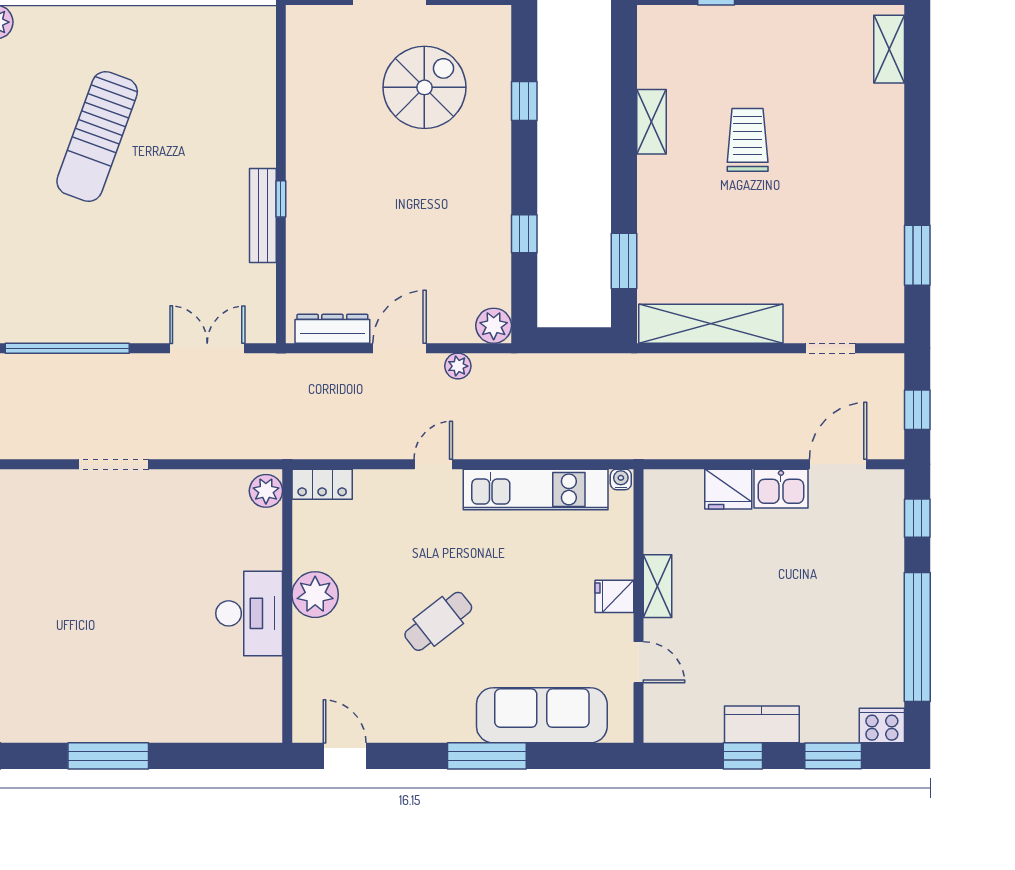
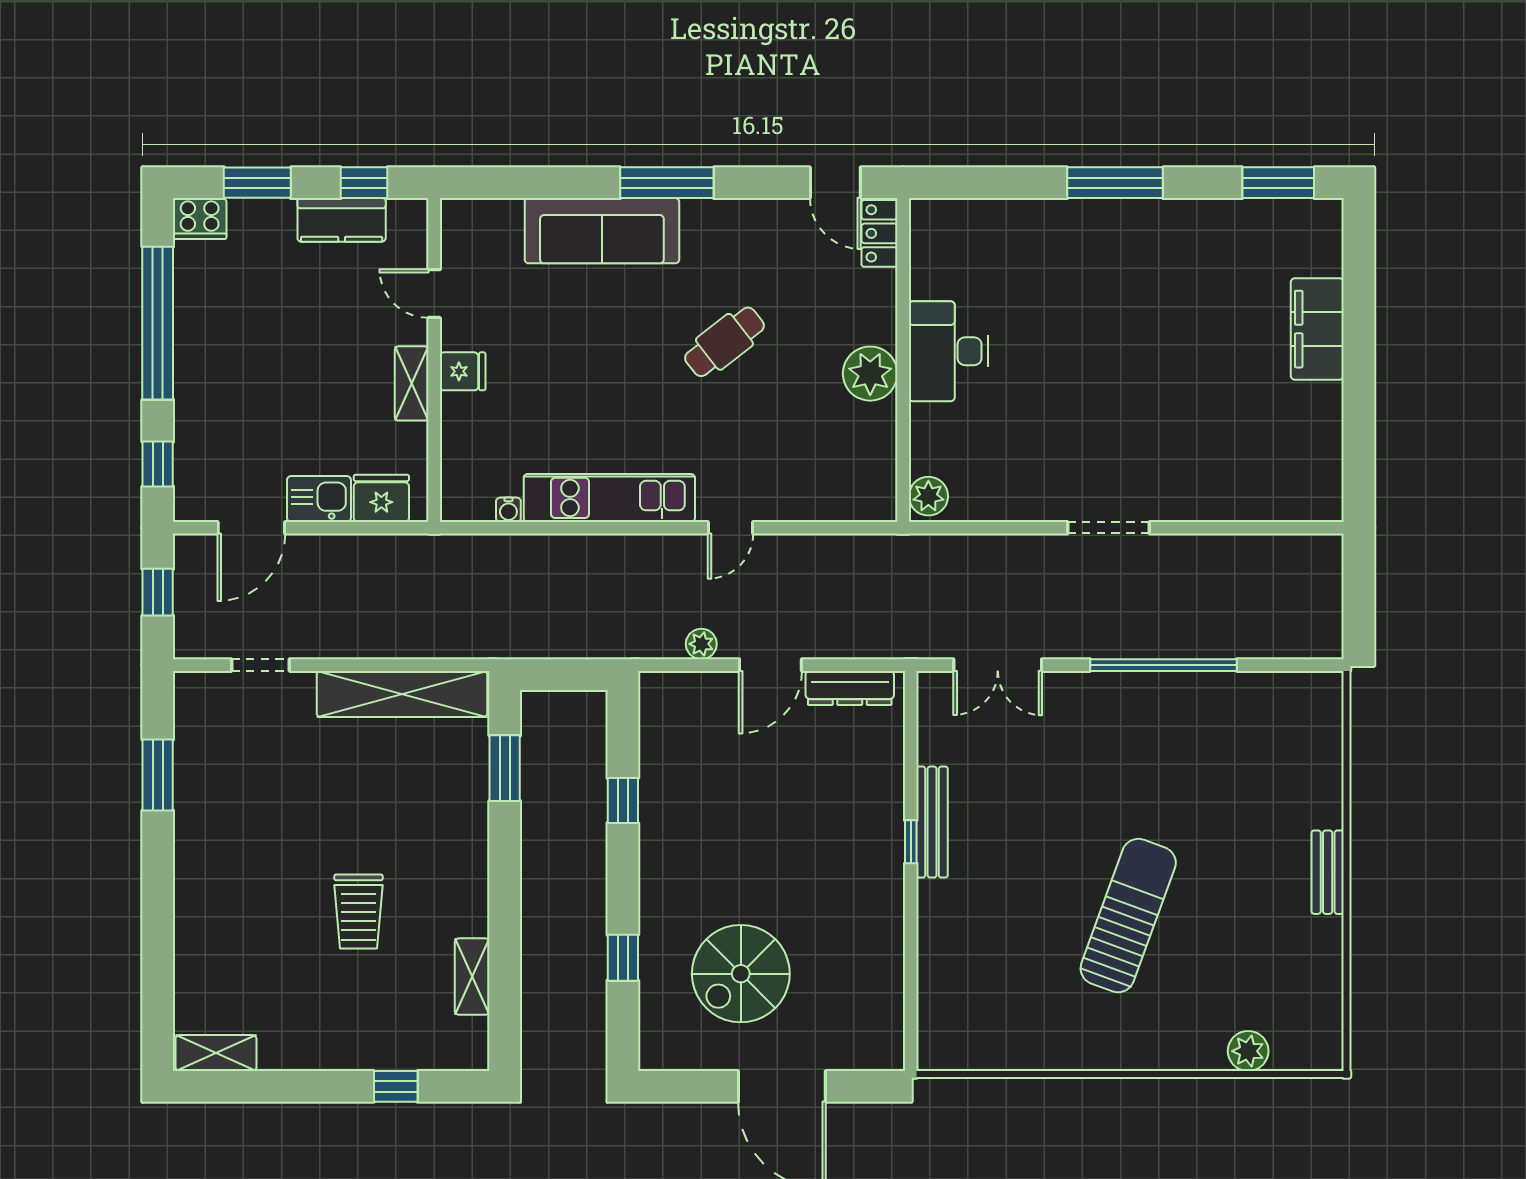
shelving: (889, 49) -> (216, 1053), moved, turned 90
shelving: (652, 122) -> (472, 977), moved
plant: (494, 326) -> (659, 692), removed
locker: (322, 484) -> (880, 233), moved, turned -90
shelving: (658, 586) -> (412, 383), moved
fridge: (614, 596) -> (463, 371), moved
wall: (639, 606) -> (434, 360), moved
door: (639, 662) -> (434, 294), moved

